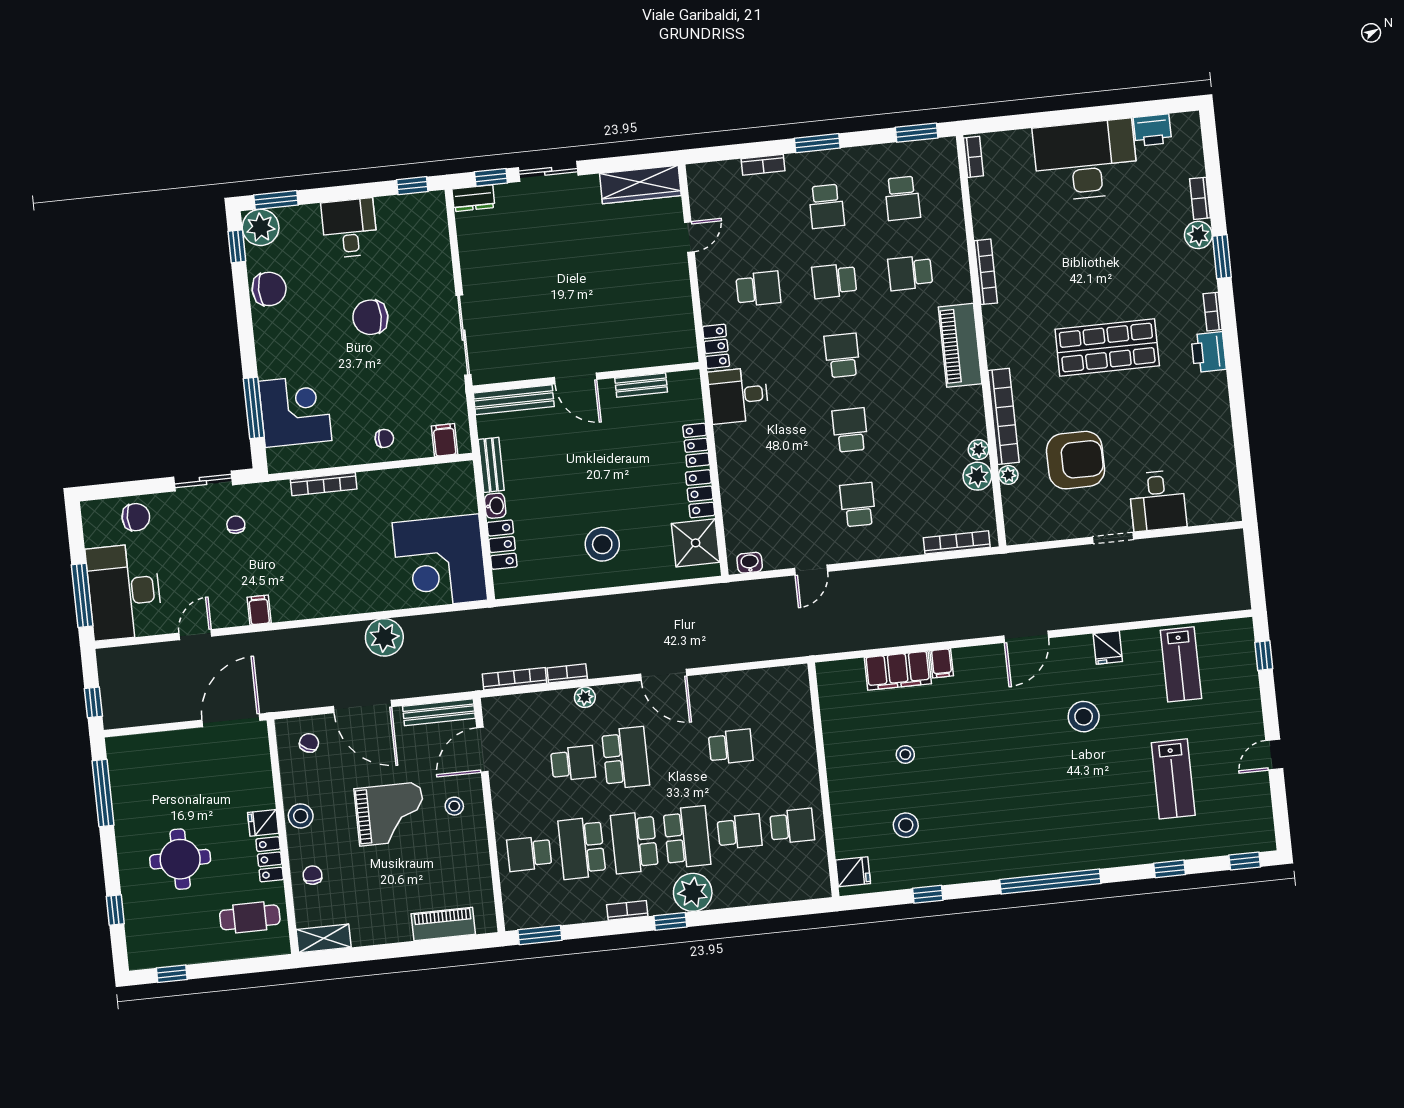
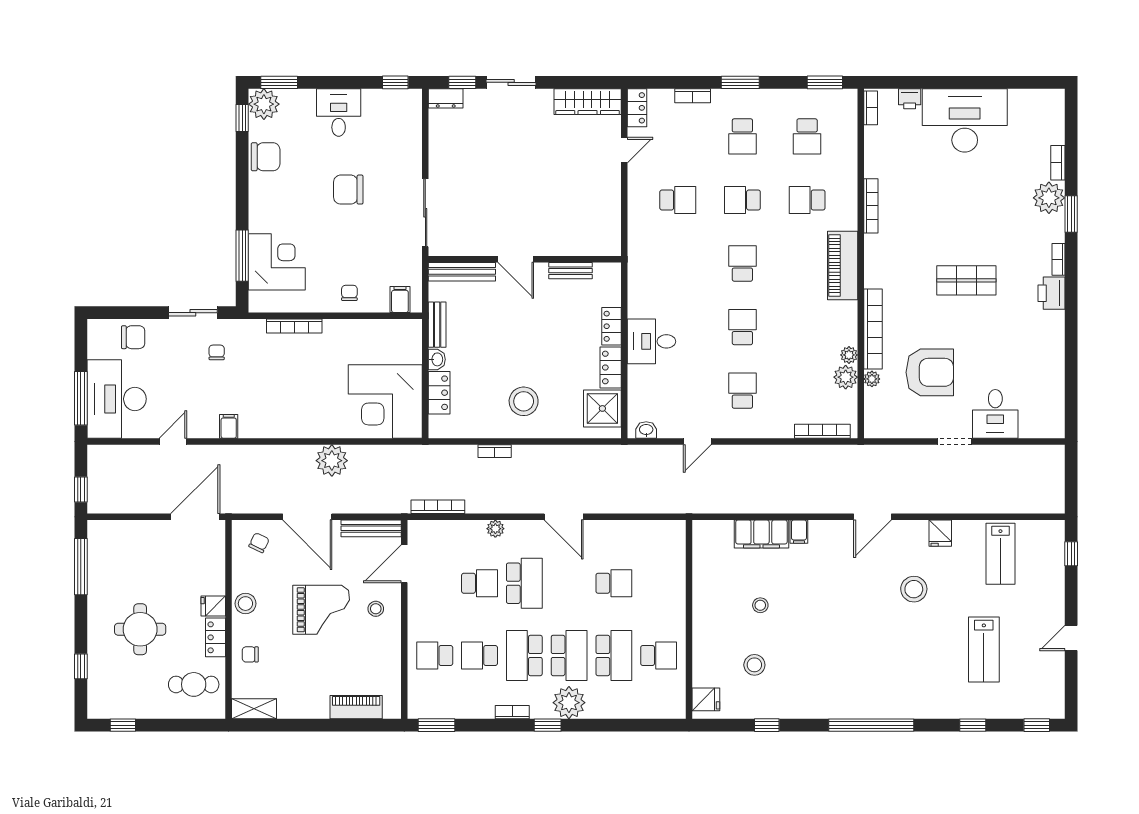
printer: (1152, 130) -> (910, 99), moved, width x0.73, depth x0.81
plant: (1198, 235) -> (1049, 198), width x1.36, depth x1.36
locker: (716, 346) -> (637, 108), moved
shop shelf: (1107, 348) -> (966, 280), width x0.70, depth x0.74
desk: (738, 395) -> (651, 341), moved
chair: (384, 438) -> (349, 293), turned -90
bookcase: (567, 673) -> (495, 451), moved, turned 180
school desk: (740, 832) -> (614, 655), width x1.85
school desk: (582, 848) -> (480, 655), width x0.54
chair: (313, 875) -> (250, 654), turned -90

